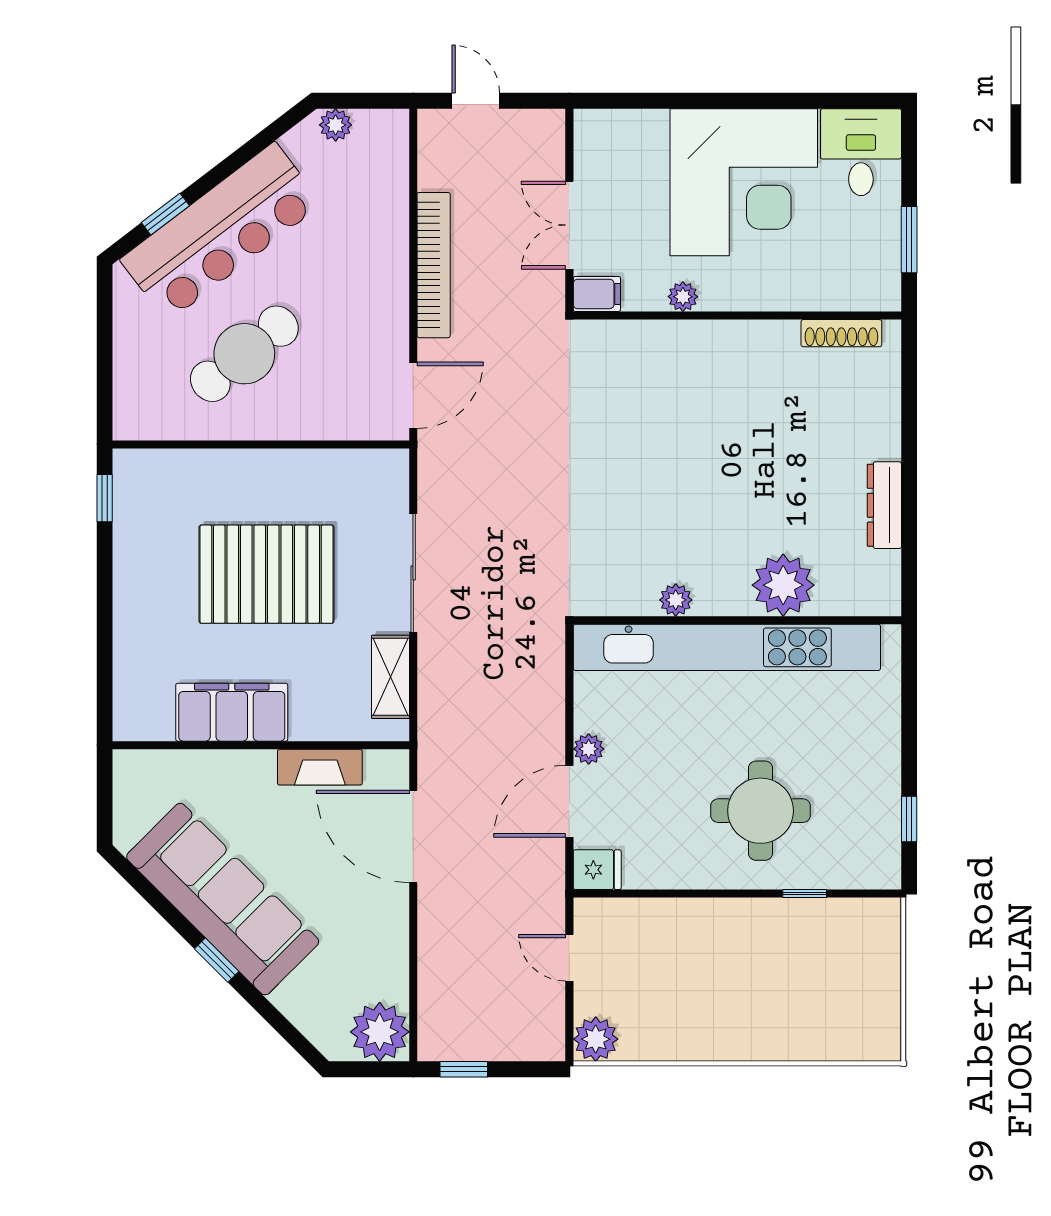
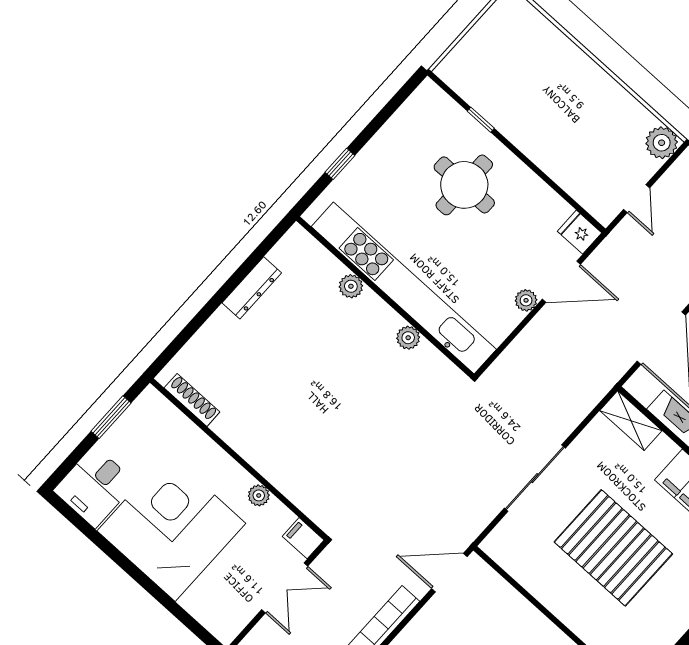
plant: (783, 585) -> (351, 286), width x0.53, depth x0.53
shelving: (390, 677) -> (631, 421), moved, turned 90
window: (909, 819) -> (340, 164), moved

